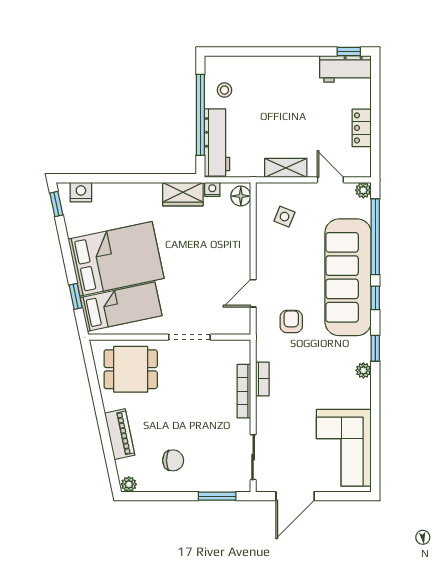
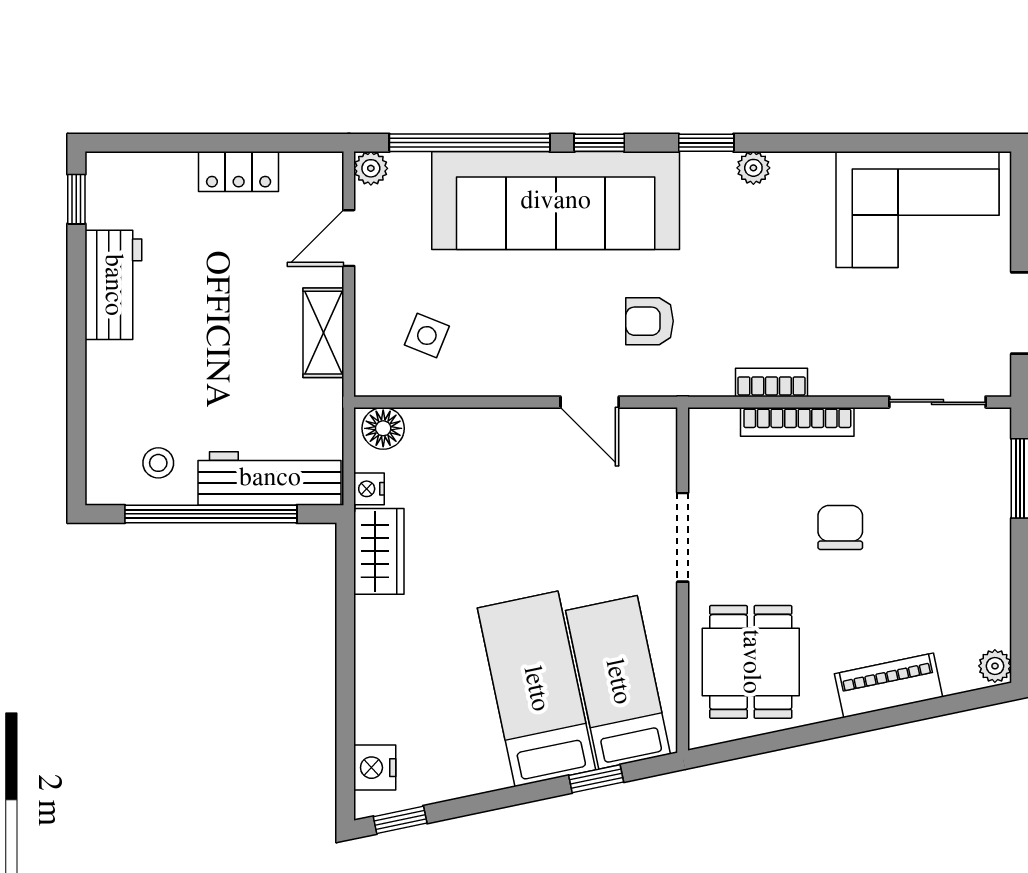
workbench: (345, 69) -> (113, 285), moved
bed: (116, 259) -> (536, 689), width x0.67
chair: (173, 460) -> (840, 527), moved

